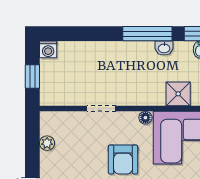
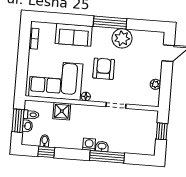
window: (147, 34) -> (107, 157), moved
washbasin: (164, 48) -> (102, 146), moved
washing machine: (48, 49) -> (89, 144), moved

